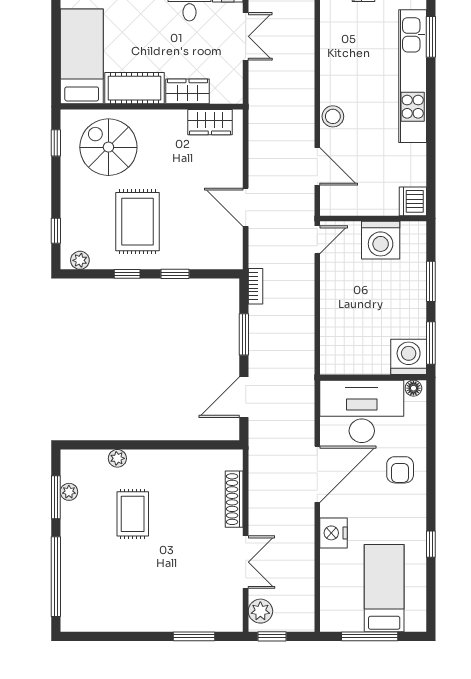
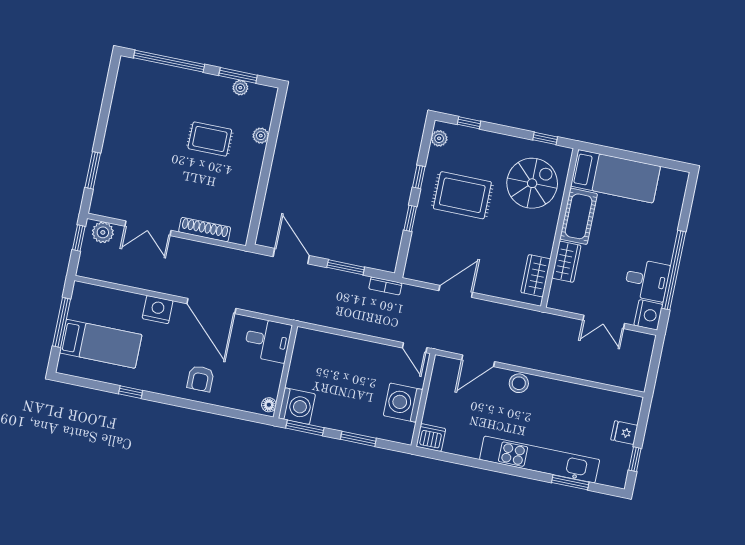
desk: (362, 411) -> (268, 340), width x0.53, depth x0.77
armchair: (400, 470) -> (201, 379), turned -90

